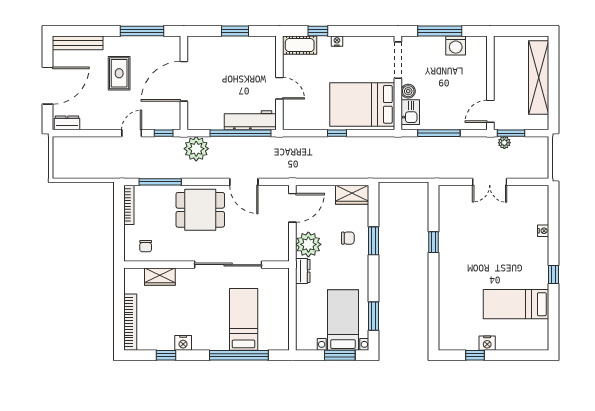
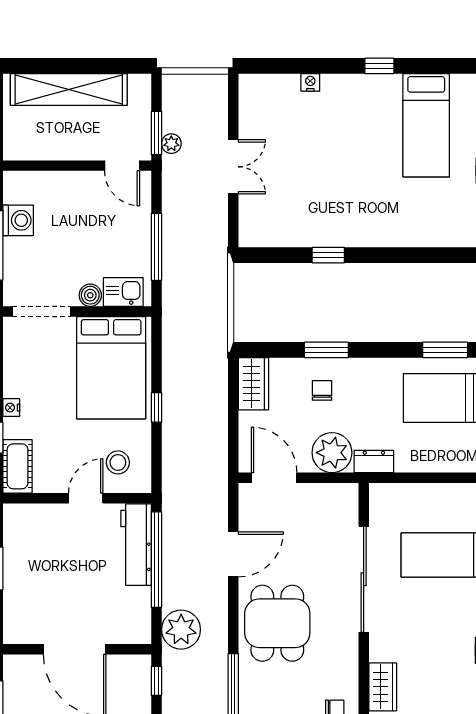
stool: (302, 109) -> (118, 462), added

